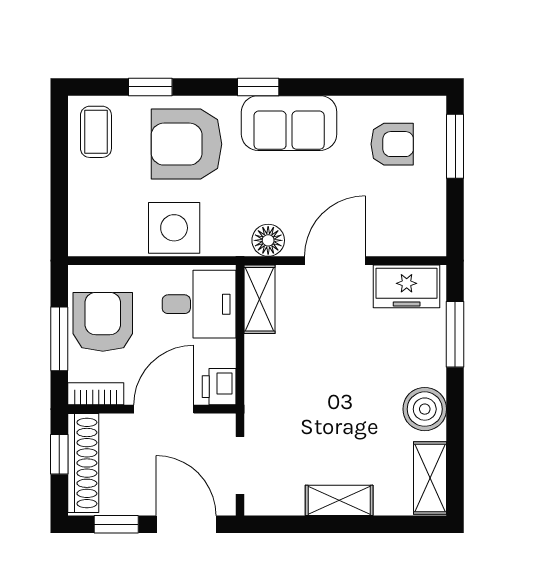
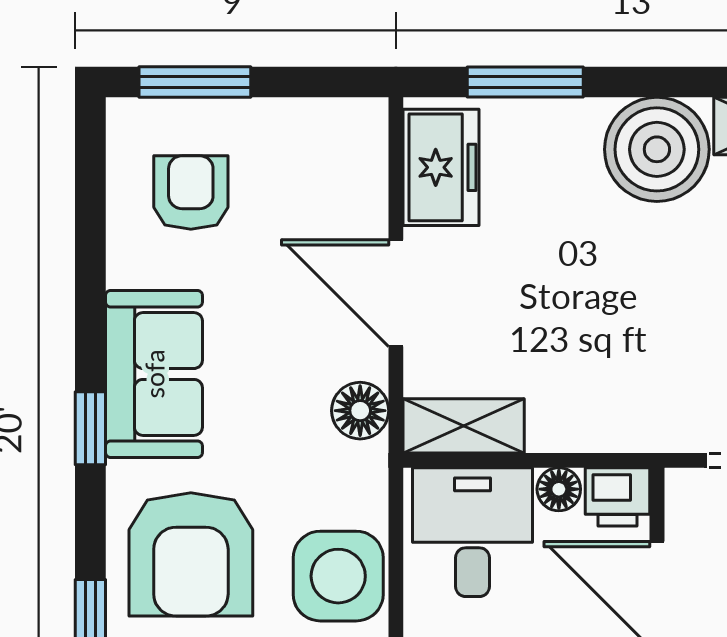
floor lamp: (223, 353) -> (559, 489), added
boiler: (425, 409) -> (657, 149), width x1.37, depth x1.37

